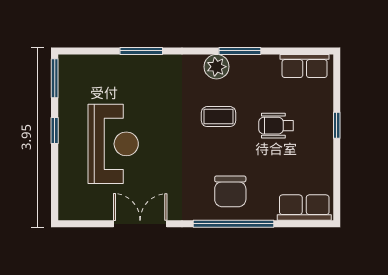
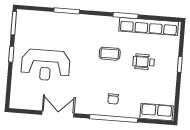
row of seats: (305, 66) -> (149, 26), width x2.02
plant: (217, 67) -> (111, 24), removed
reception desk: (113, 144) -> (46, 65), turned 90
chair: (230, 191) -> (113, 99), width x0.54, depth x0.54

